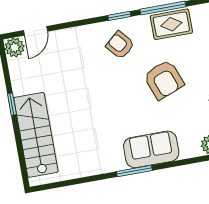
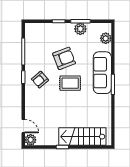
rug: (171, 24) -> (70, 83), moved, turned 90
sofa: (151, 149) -> (102, 73), width x1.36

